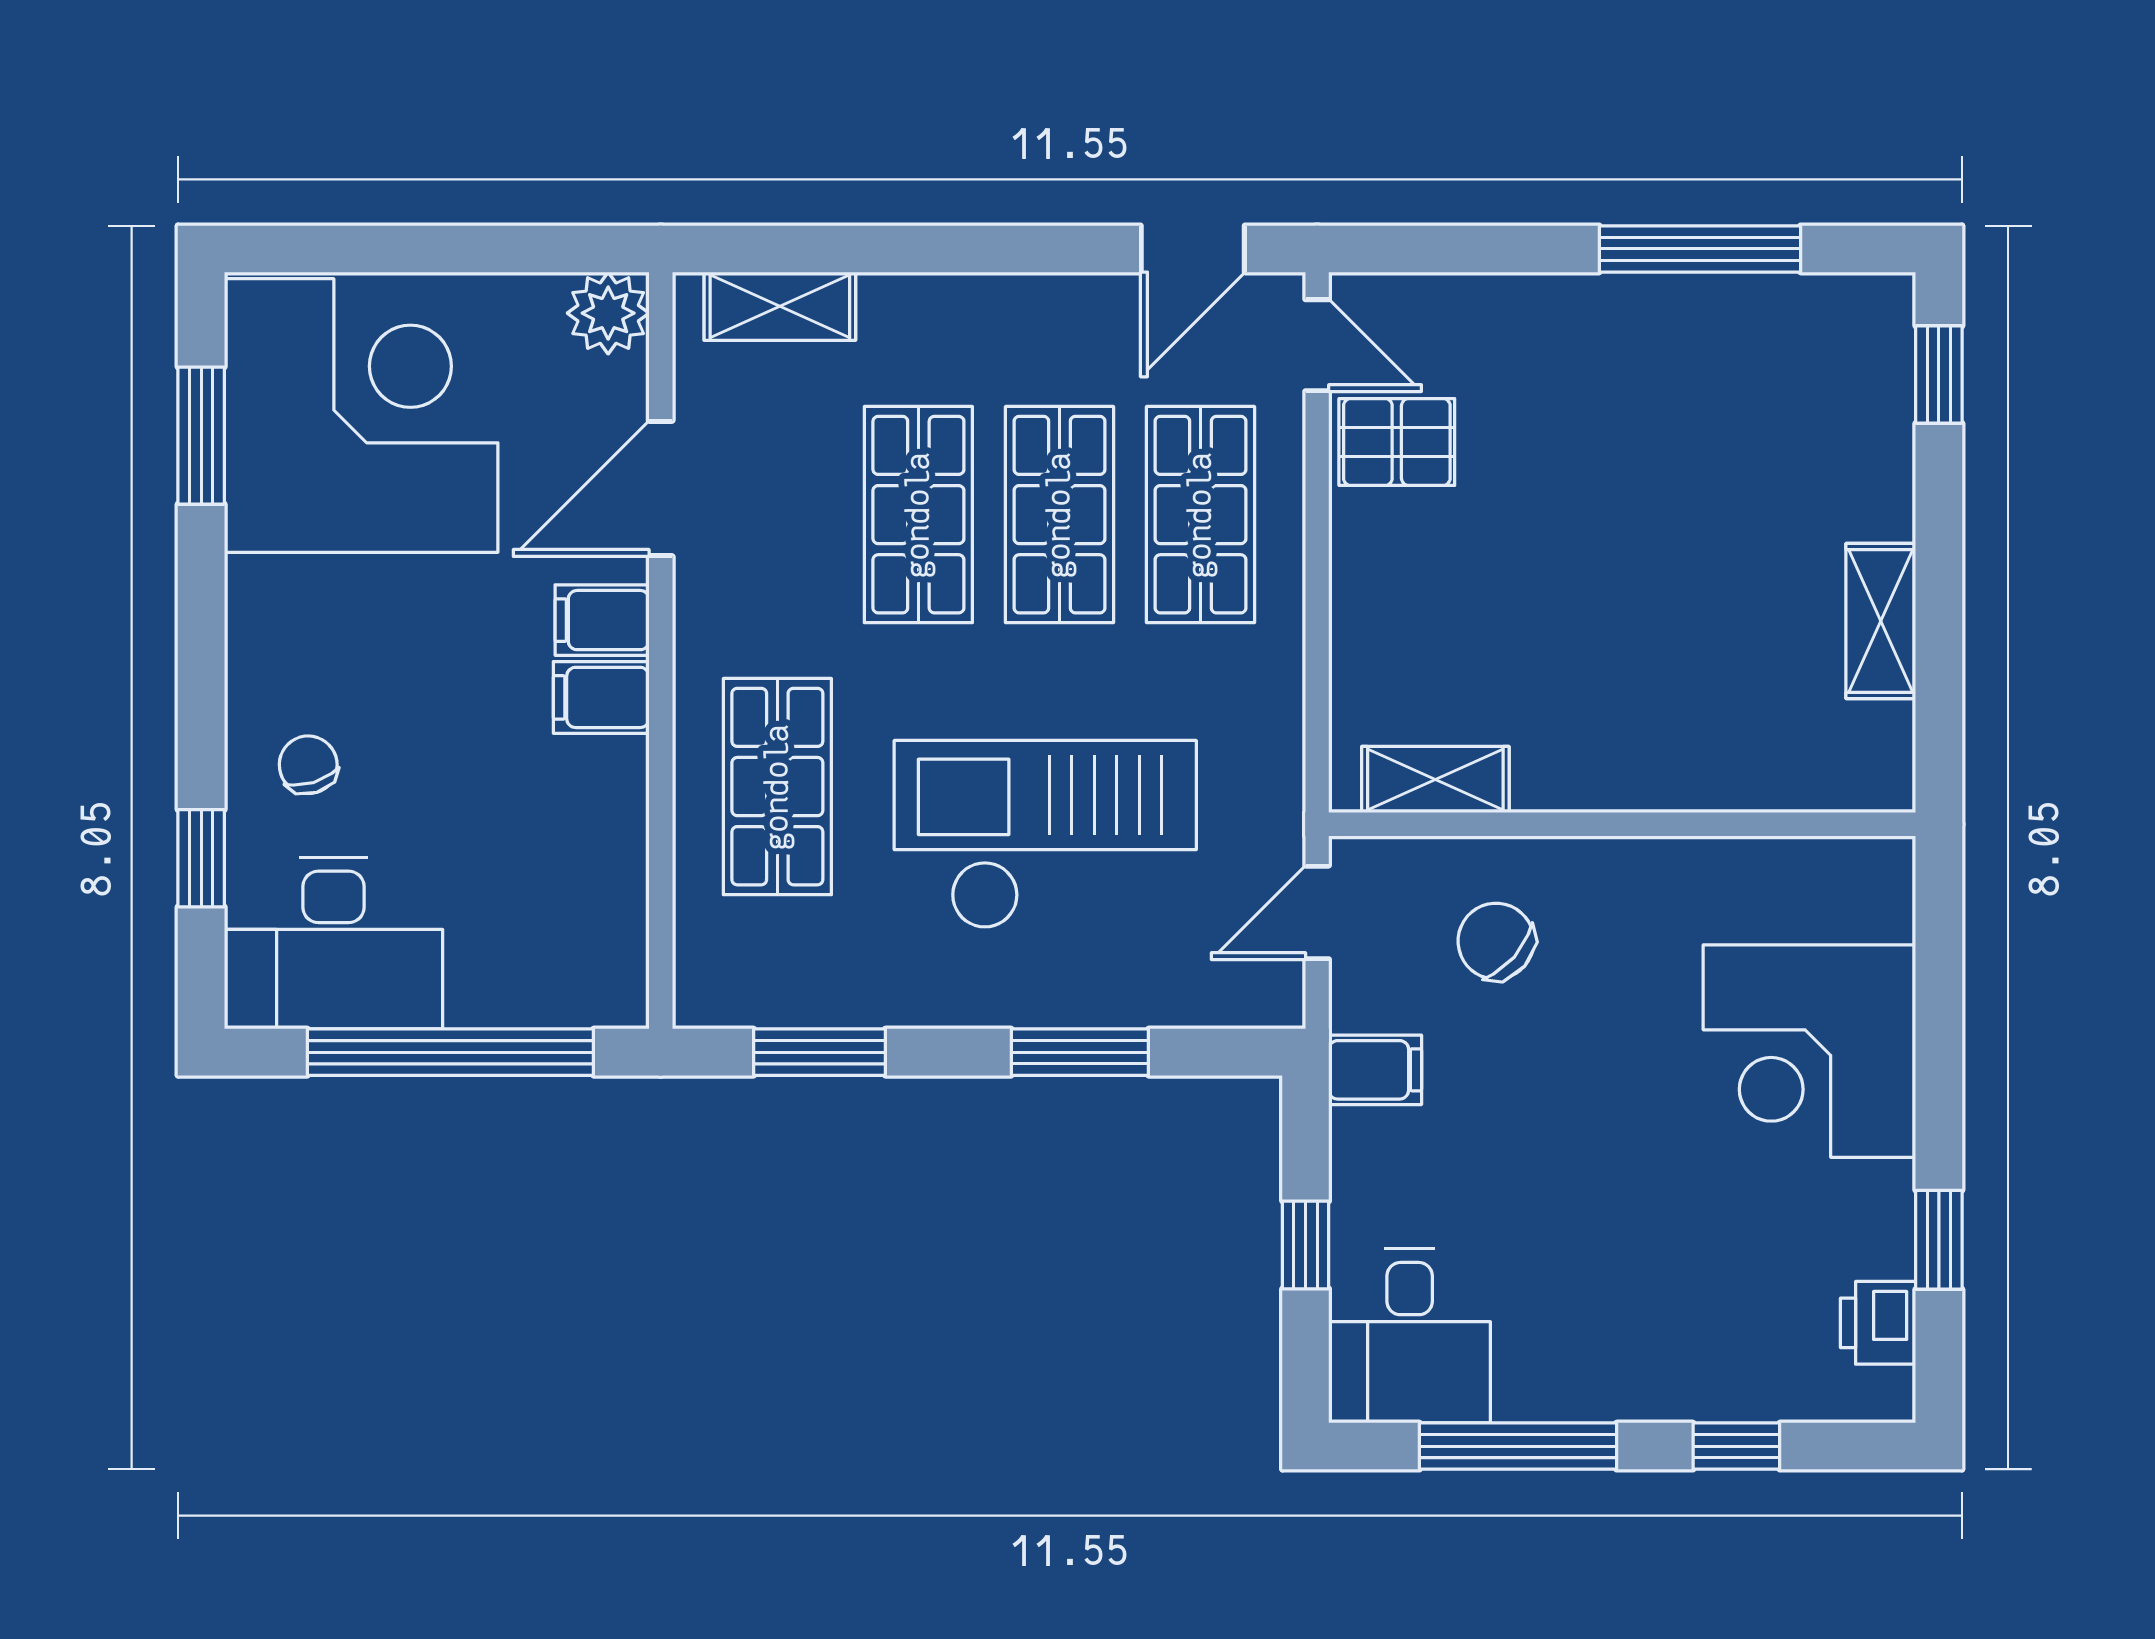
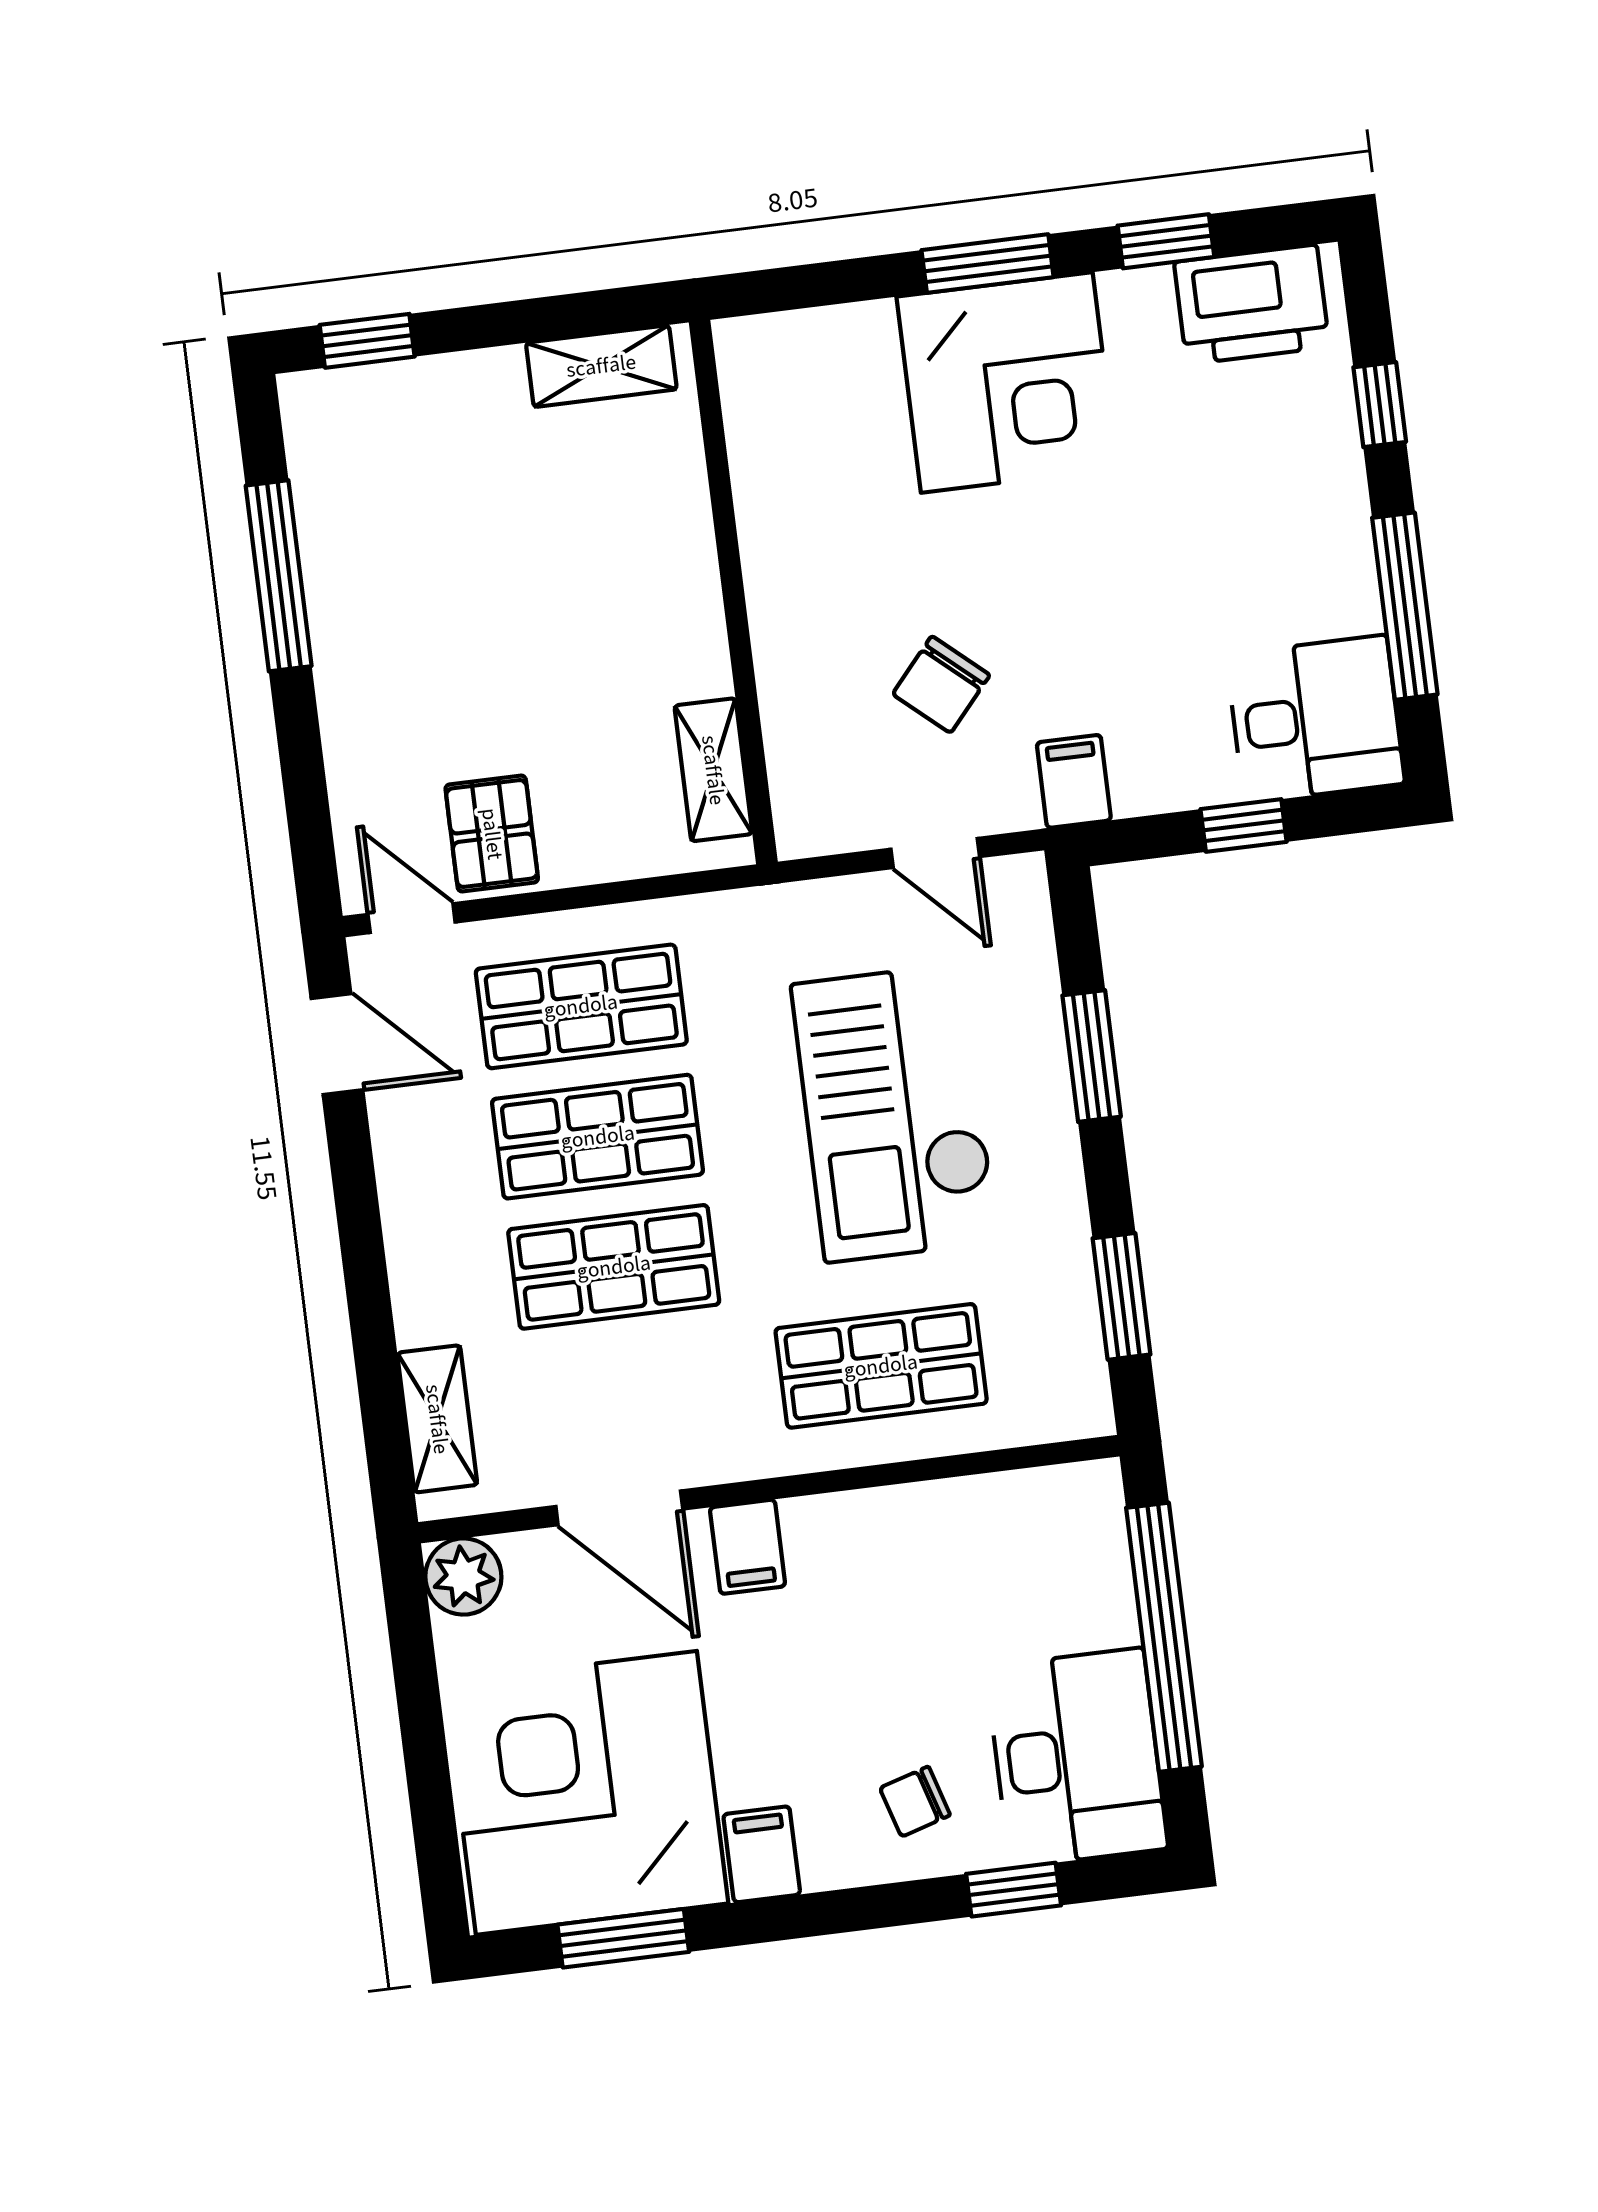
door: (1317, 345) -> (412, 918), hinge flipped
filing cabinet: (601, 697) -> (762, 1854), moved, turned 180
shelving: (1435, 780) -> (713, 770), moved
wall: (1622, 824) -> (733, 592), moved
window: (1939, 1047) -> (988, 264), added
printer: (1878, 1323) -> (1252, 305), width x1.87, depth x1.48

